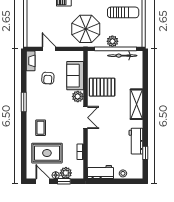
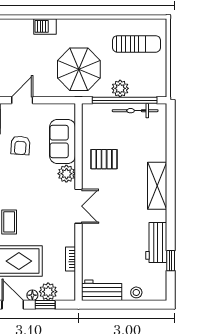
door: (49, 49) -> (22, 100), hinge flipped
pallet: (102, 87) -> (104, 159), width x0.67, depth x0.71

